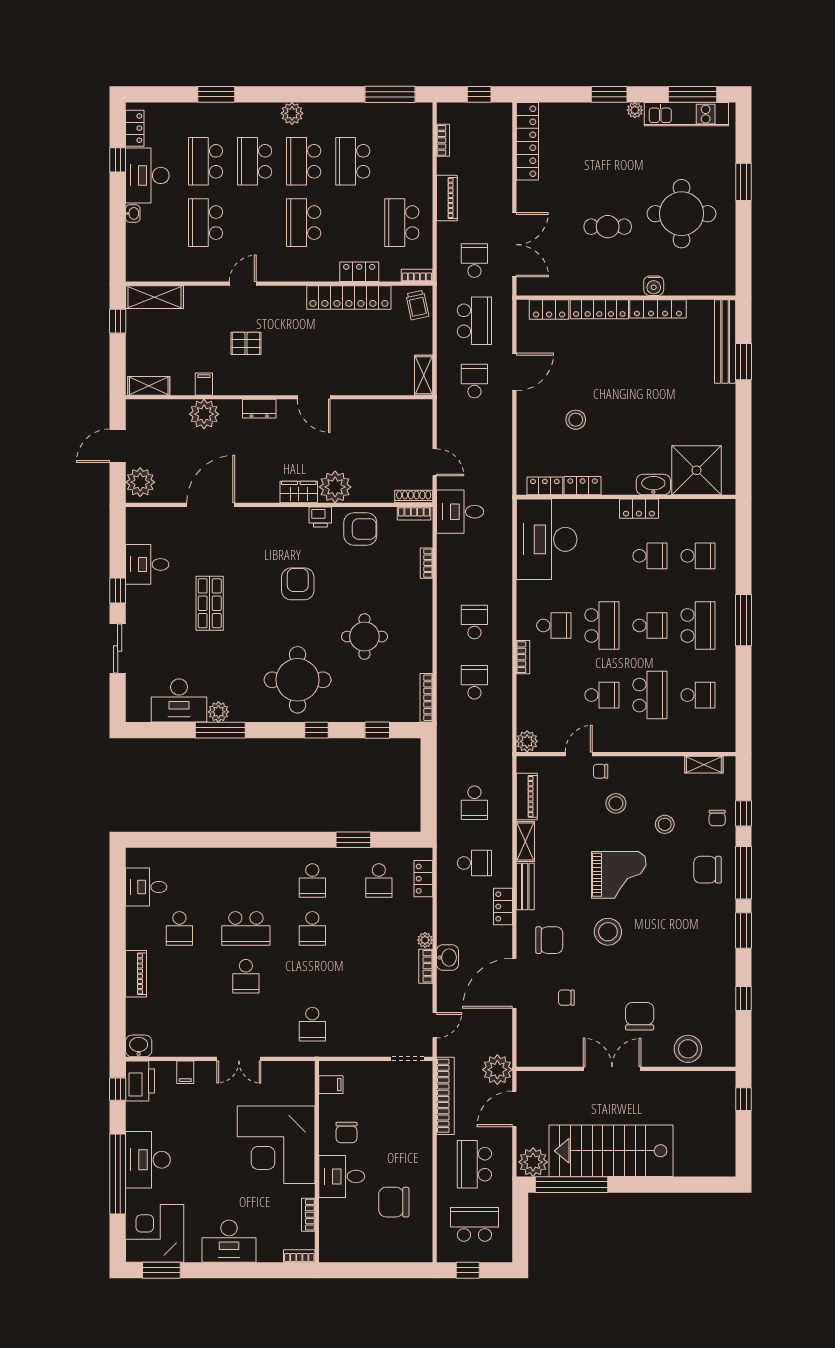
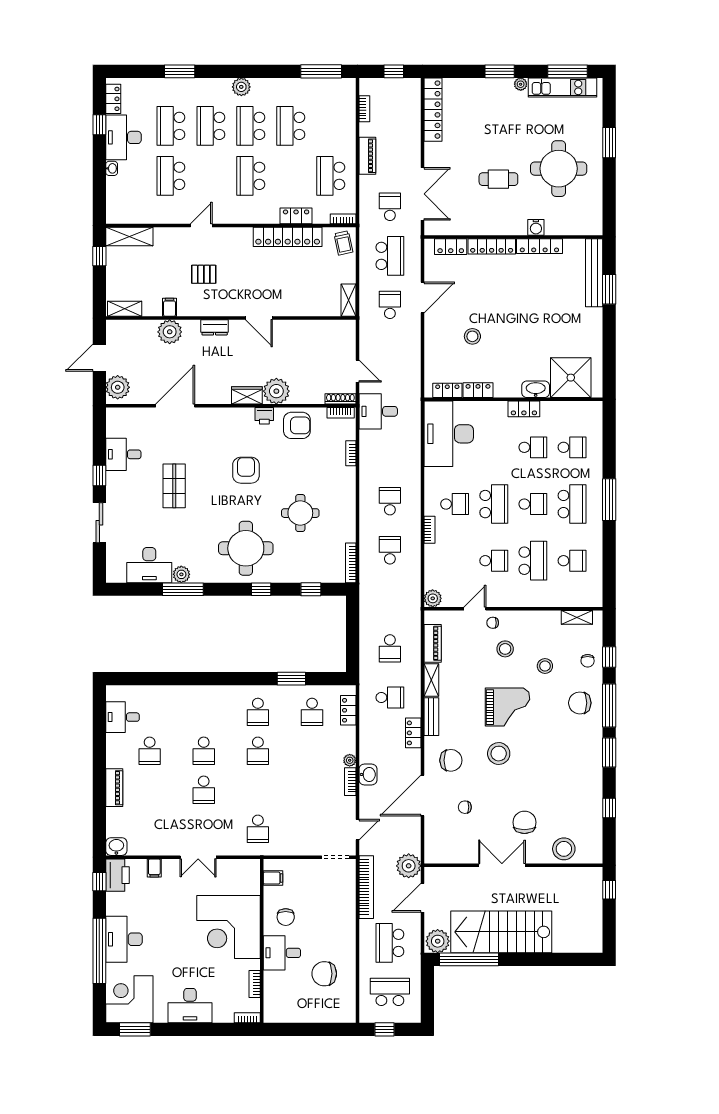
school desk: (246, 928) -> (204, 751), width x0.54

